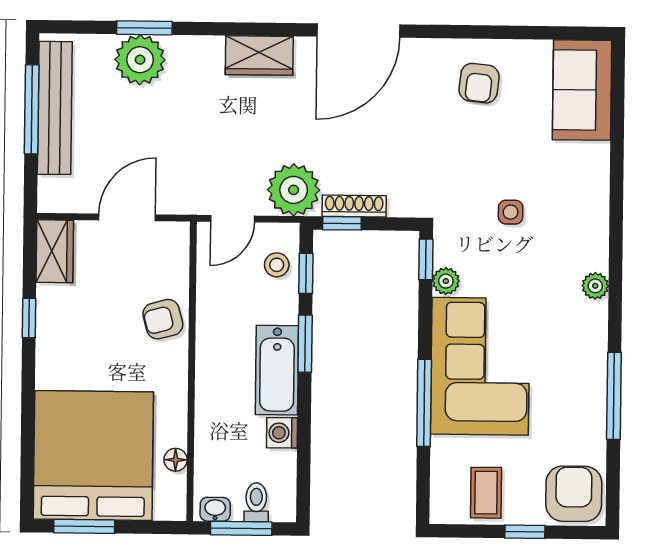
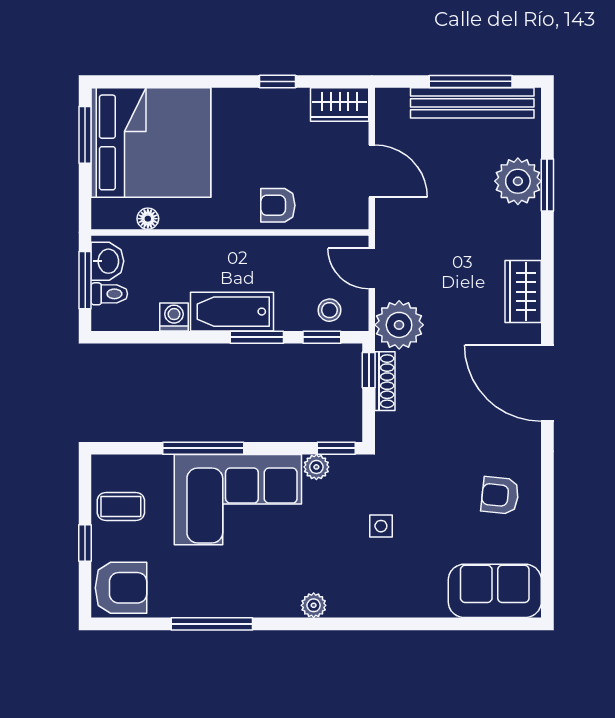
armchair: (163, 319) -> (278, 205), turned -75
washbasin: (215, 509) -> (107, 261), width x1.38, depth x1.45

